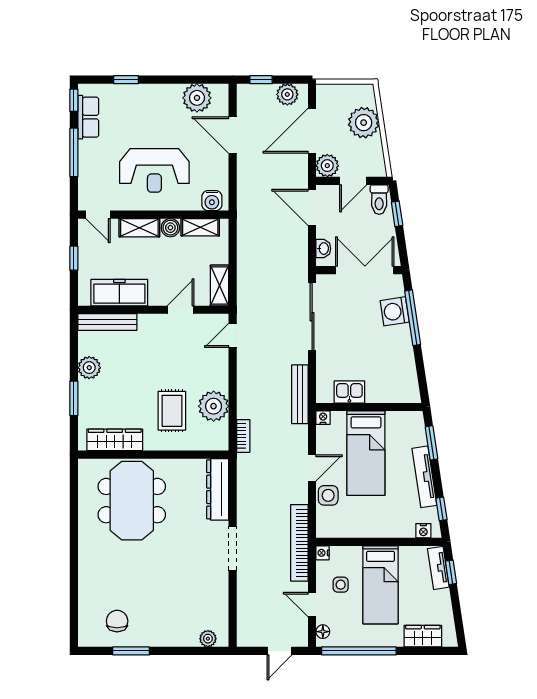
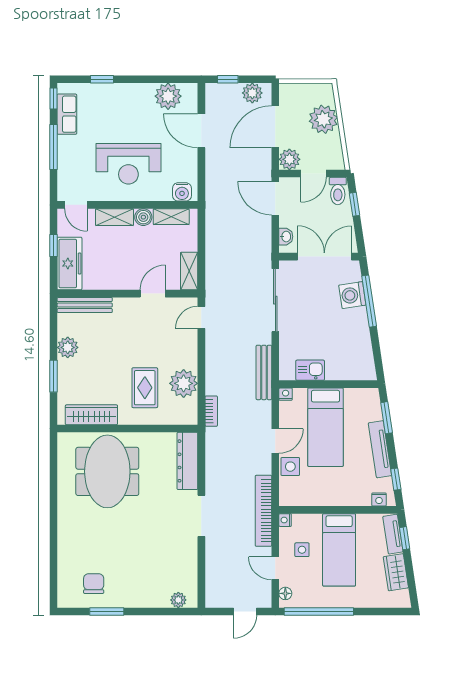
freezer: (119, 293) -> (69, 263), moved, turned 90
wardrobe: (423, 636) -> (396, 572), moved, turned -99

